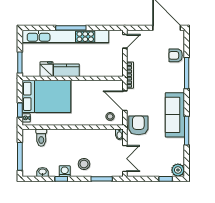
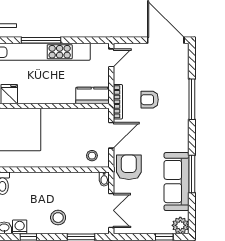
armchair: (176, 55) -> (150, 100), moved
kitchen counter: (66, 70) -> (92, 95), moved
door: (125, 101) -> (111, 135), swing flipped
sofa: (175, 115) -> (177, 182), moved
washing machine: (65, 171) -> (20, 227), moved

